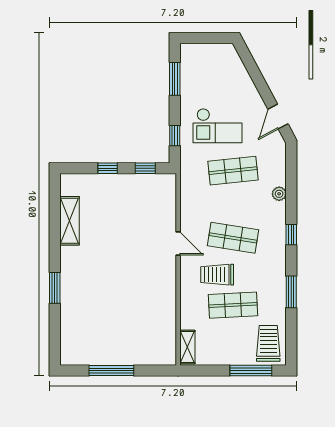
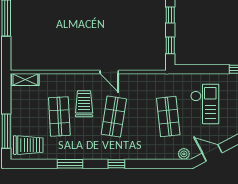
checkout: (217, 126) -> (205, 104), turned 180
window: (175, 136) -> (197, 69), removed
plant: (279, 194) -> (184, 154), moved
door: (178, 243) -> (109, 72), hinge flipped

